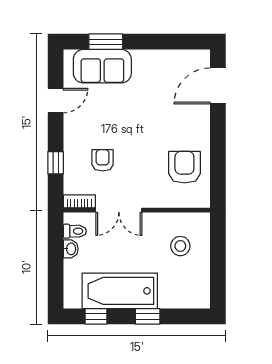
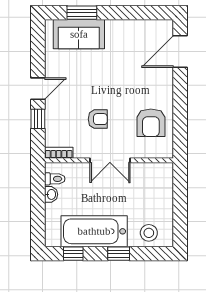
door: (56, 101) -> (38, 89), moved
armchair: (103, 160) -> (98, 119), moved, turned 90
armchair: (184, 167) -> (151, 123), turned 180
double door: (119, 210) -> (110, 160), moved
stool: (180, 246) -> (149, 233), moved

